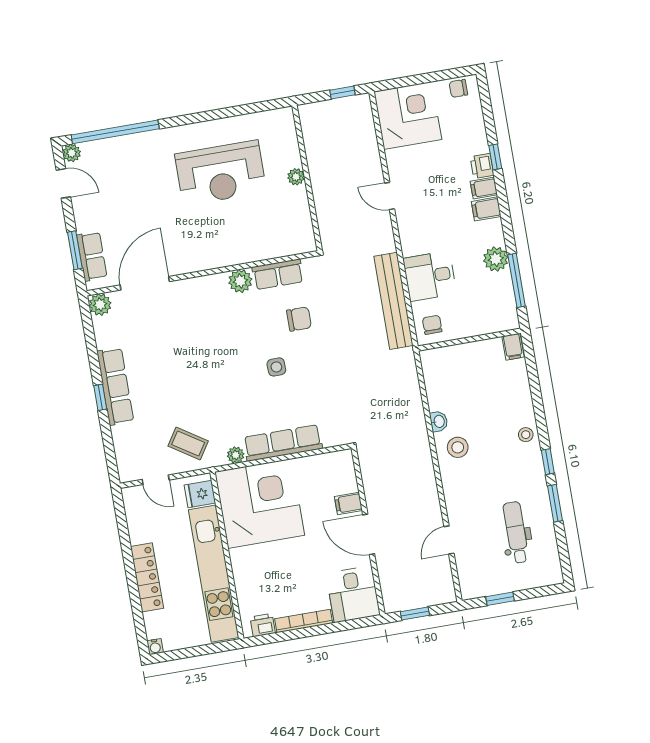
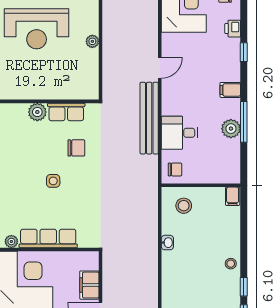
printer: (482, 166) -> (233, 29), moved
filing cabinet: (484, 188) -> (231, 74), removed
door: (390, 196) -> (160, 68), swing flipped
window: (517, 280) -> (244, 122), moved
bench: (393, 301) -> (149, 118), moved
chair: (432, 325) -> (175, 169), turned 90
stool: (458, 447) -> (184, 206), moved
filing cabinet: (348, 503) -> (89, 285), width x2.00

